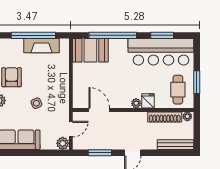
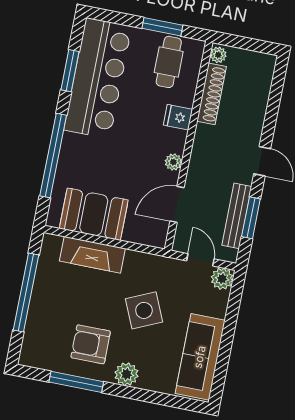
fireplace: (41, 46) -> (92, 255), moved, turned 90
booth: (90, 50) -> (94, 214), moved, turned 90
cafe table: (178, 90) -> (169, 62), turned 90
side table: (36, 103) -> (144, 310), width x1.87, depth x1.87
plant: (136, 103) -> (173, 162), moved
bench: (176, 145) -> (237, 216), moved

